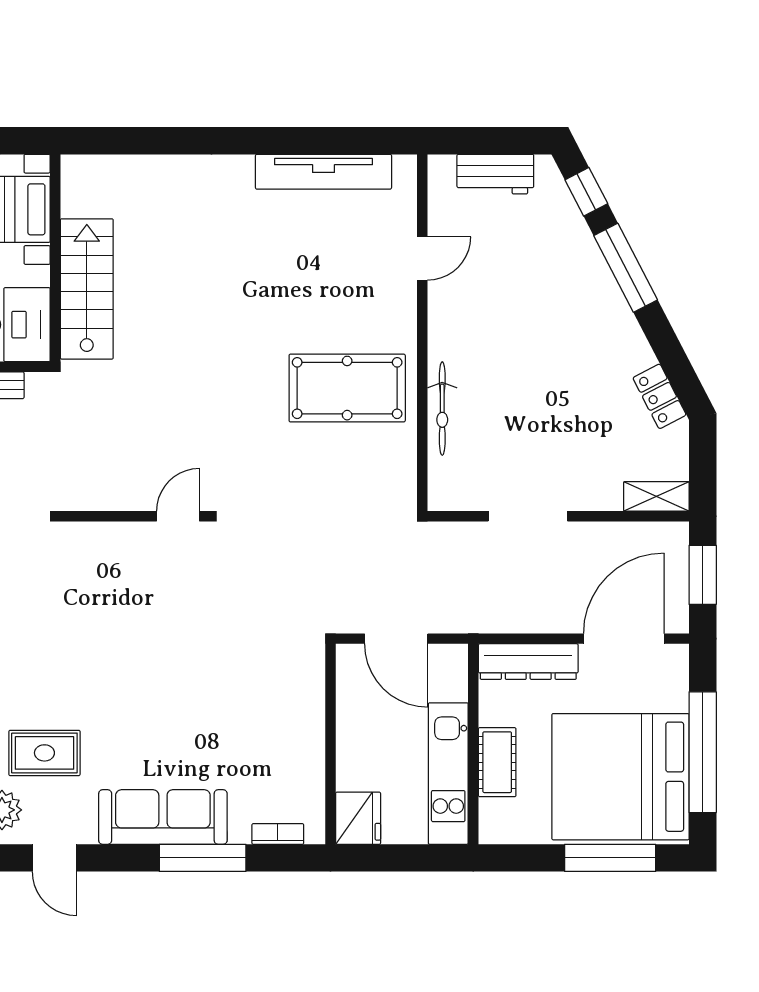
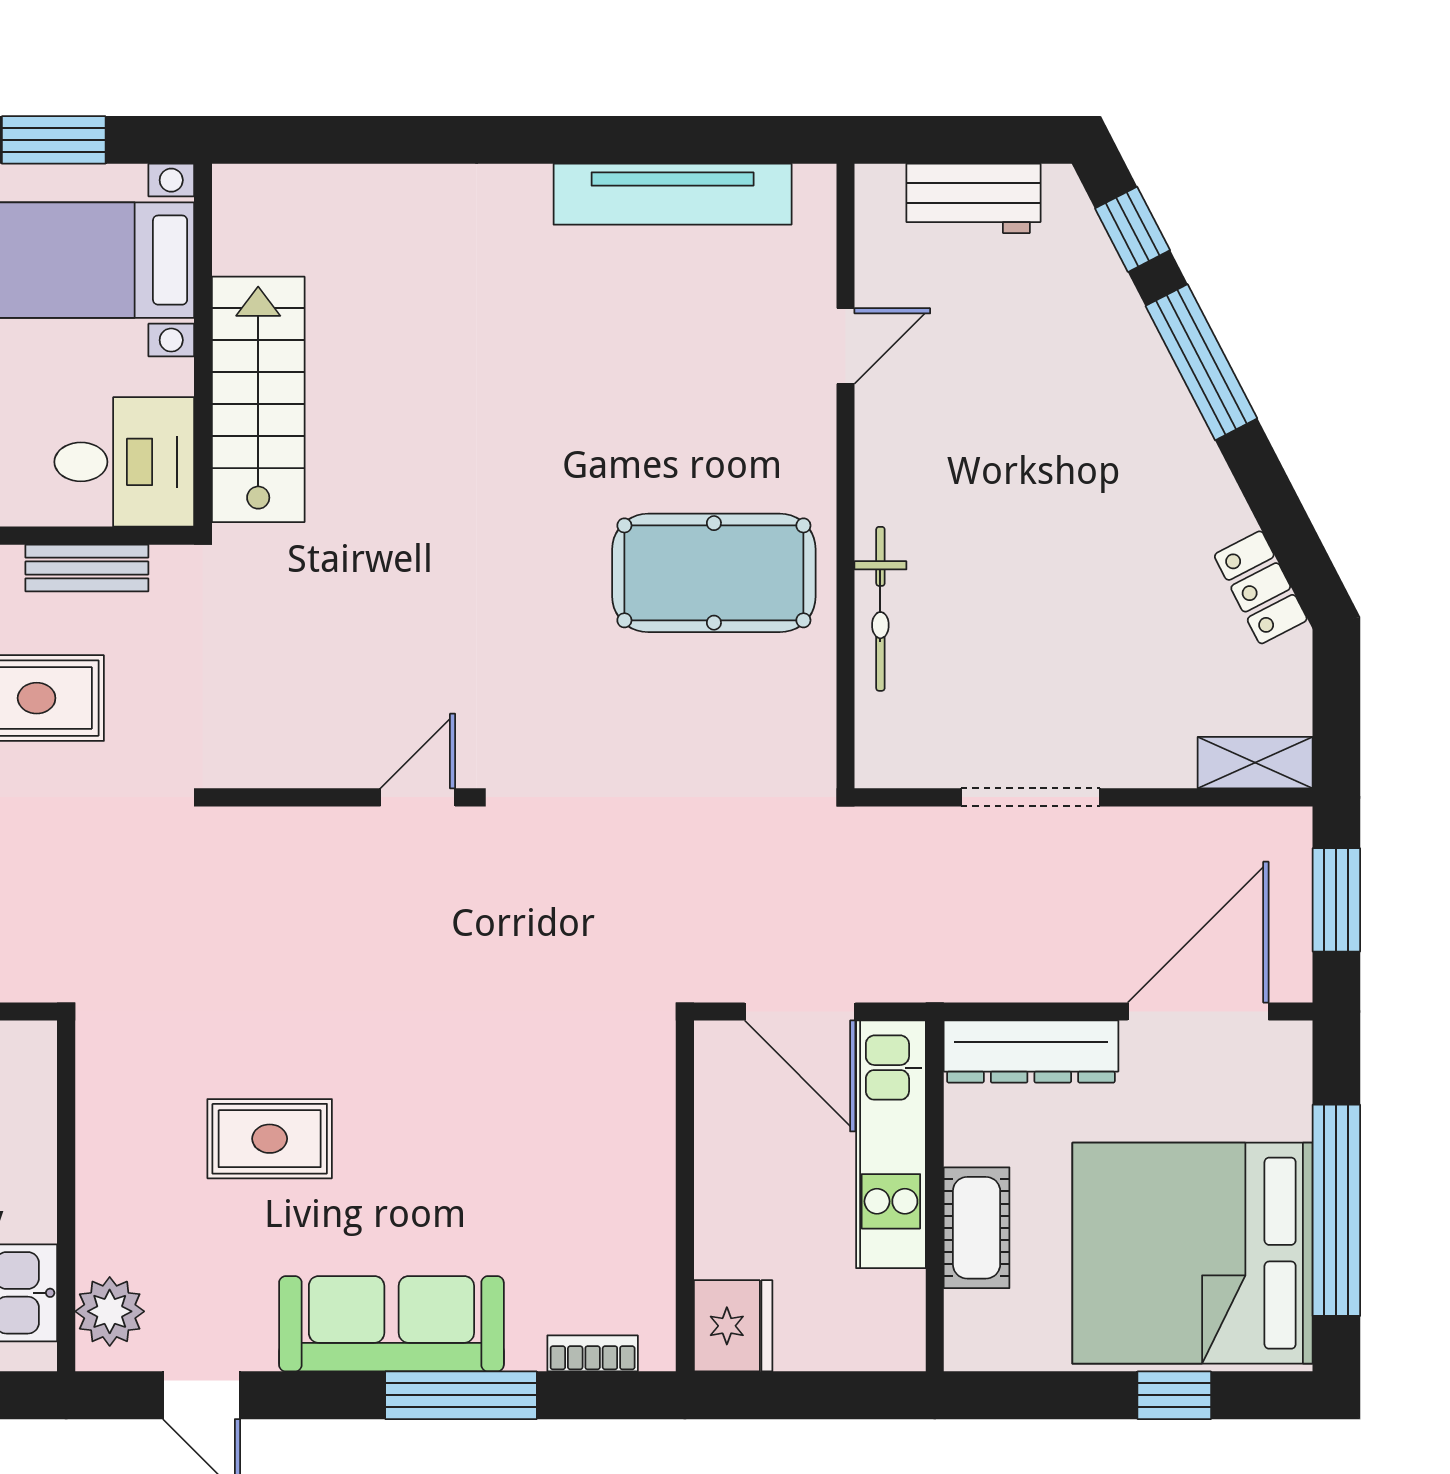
rug: (44, 753) -> (270, 1139), moved
kitchen unit: (448, 774) -> (891, 1144), moved
window: (610, 858) -> (1174, 1395), width x0.46

